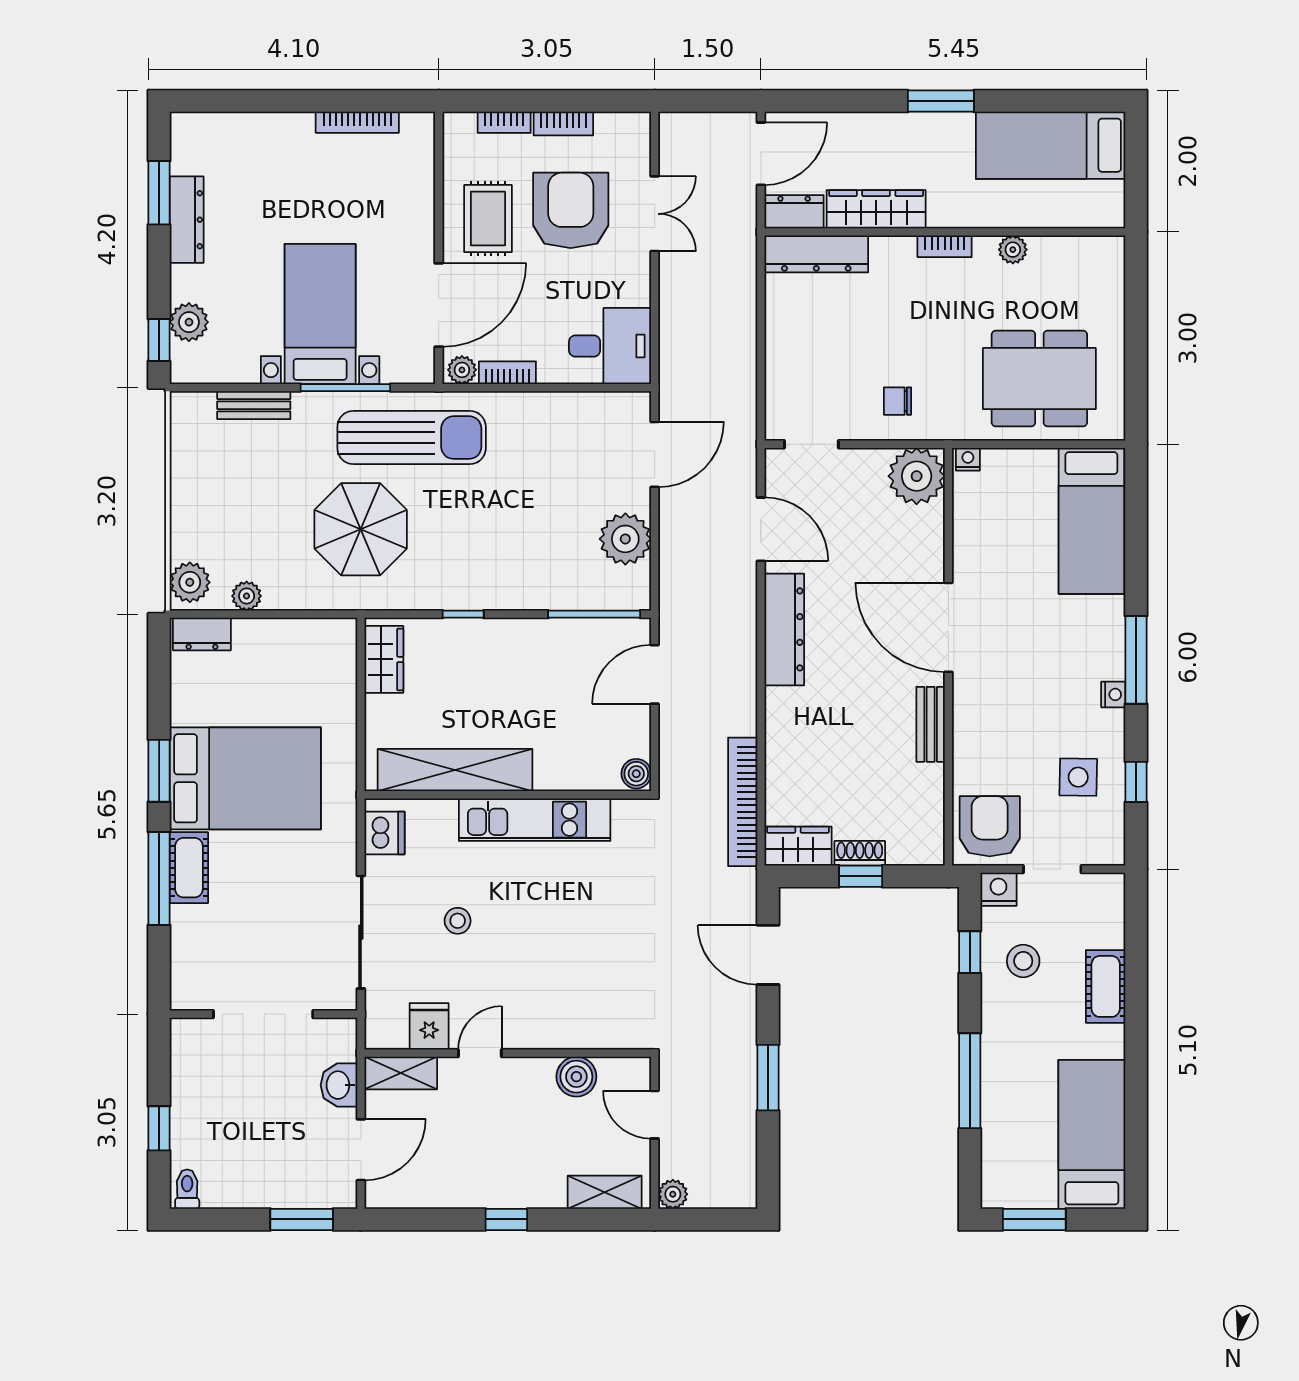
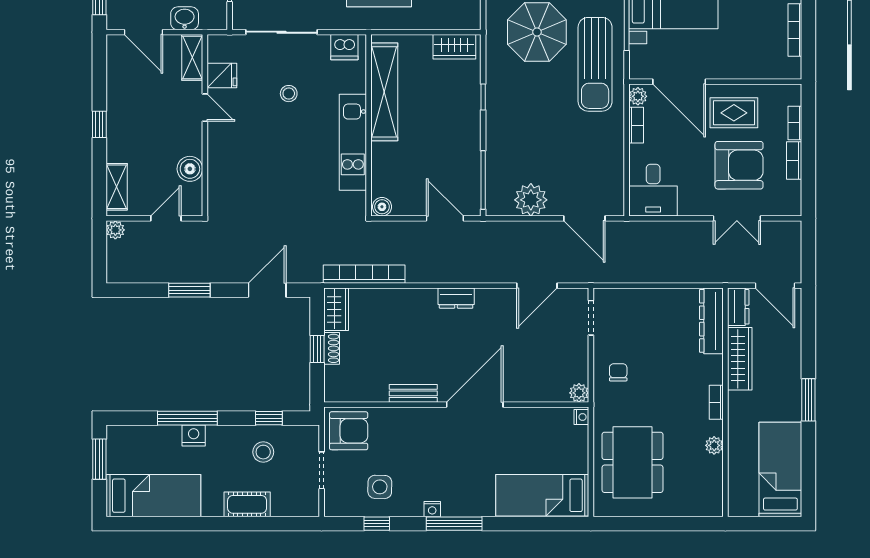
plant: (917, 476) -> (579, 393), width x0.53, depth x0.53
dresser: (784, 629) -> (456, 298), width x0.51, depth x0.80
nightstand: (998, 889) -> (194, 435), moved, turned -90

